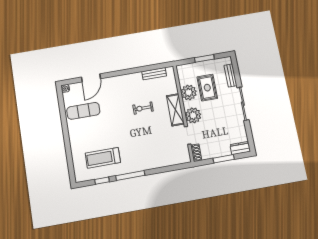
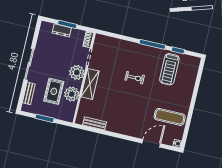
exercise bike: (143, 108) -> (135, 78), moved
dresser: (240, 148) -> (62, 30), moved
treadmill: (103, 158) -> (169, 69), turned 90

